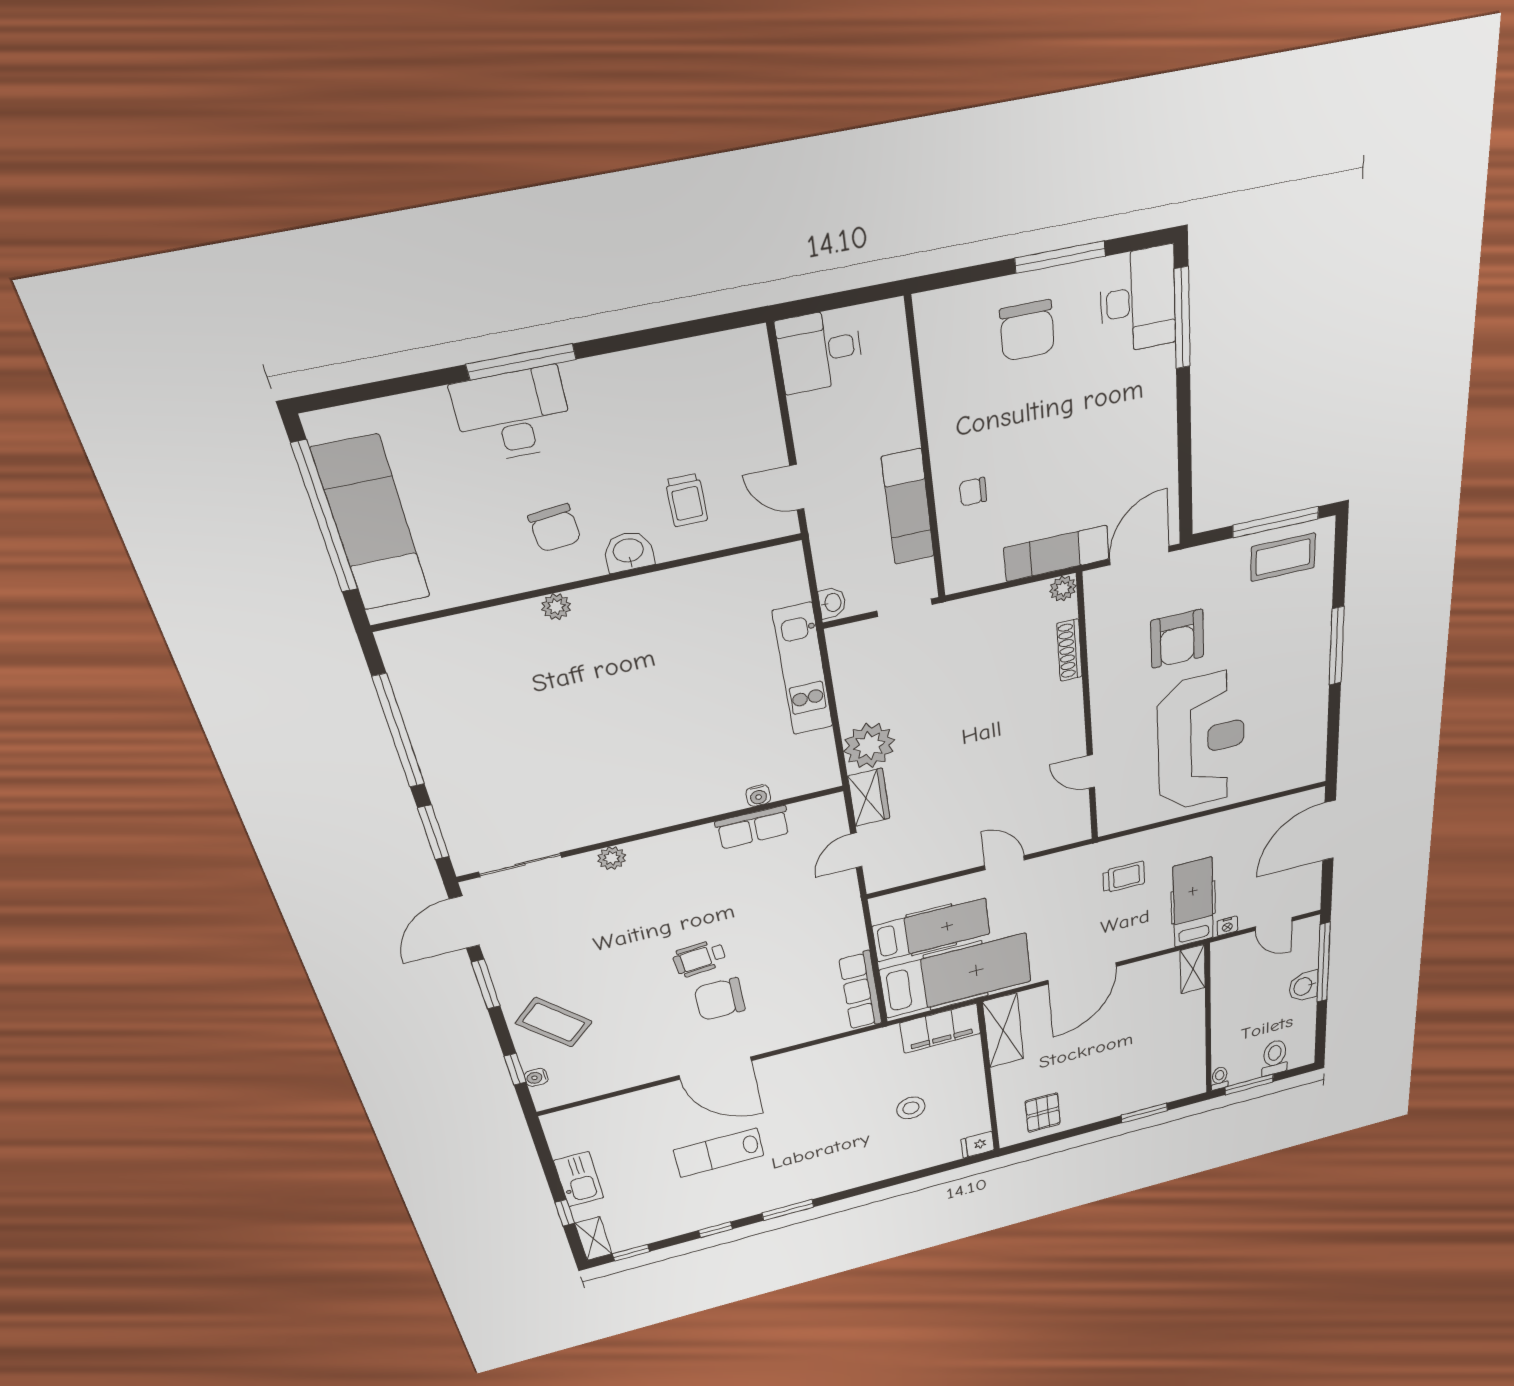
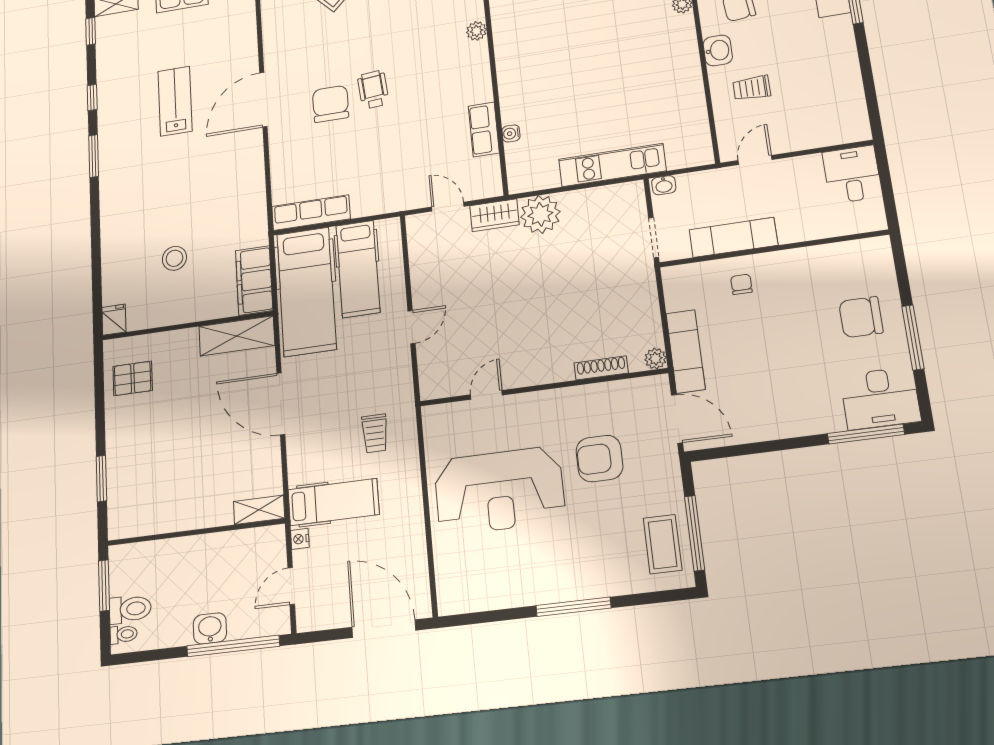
toilet: (1220, 1078) -> (124, 634), moved

